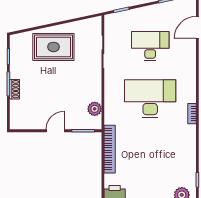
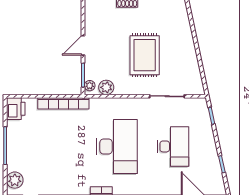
rug: (53, 47) -> (145, 55), moved
plant: (93, 124) -> (90, 86), added
door: (55, 131) -> (83, 45), swing flipped

